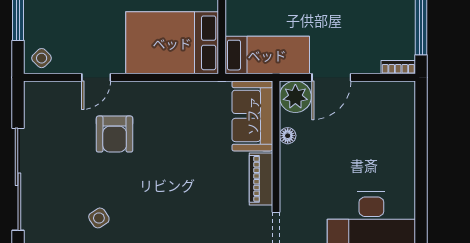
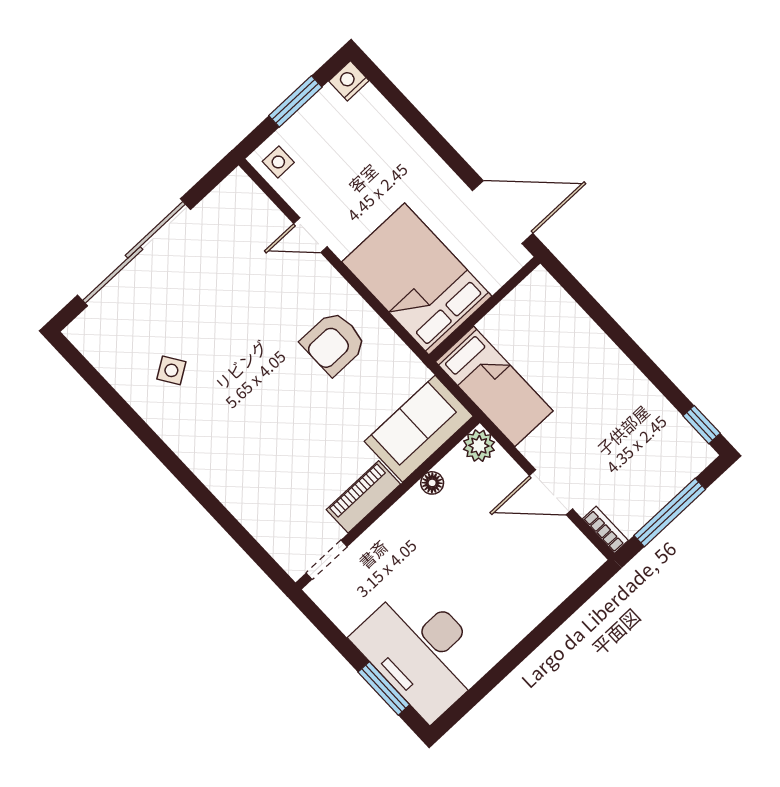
side table: (42, 58) -> (278, 162), turned 45
door: (331, 77) -> (551, 492), moved
plant: (295, 97) -> (479, 446), width x0.73, depth x0.73
armchair: (115, 134) -> (334, 343), moved

